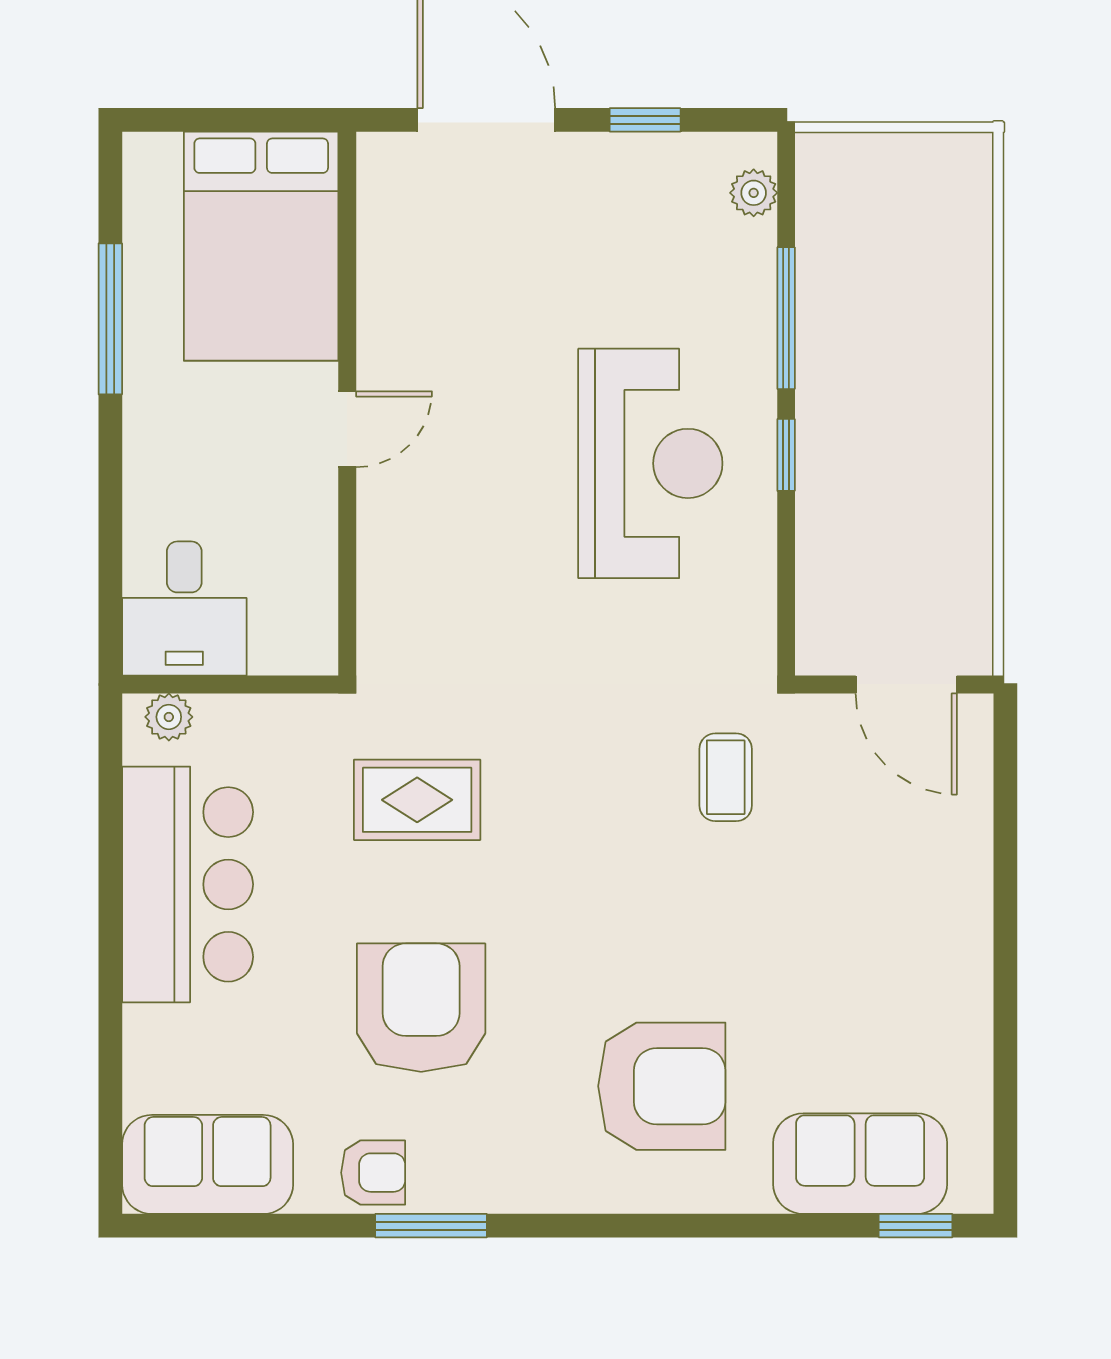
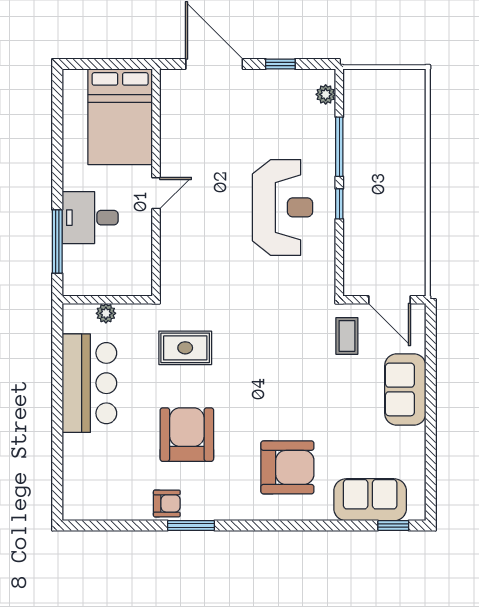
window: (110, 319) -> (57, 241), moved
desk: (184, 609) -> (90, 218), moved, turned 90
plant: (169, 717) -> (106, 313), moved
coffee table: (726, 777) -> (347, 336), moved
sofa: (208, 1164) -> (405, 389), moved, turned -90

